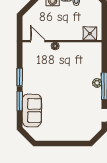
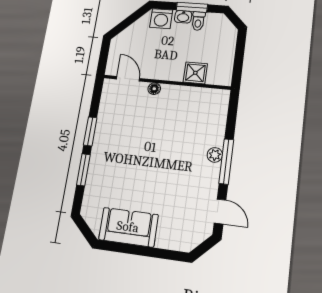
shower: (90, 33) -> (195, 73), moved
sofa: (32, 110) -> (128, 227), moved, turned -90

